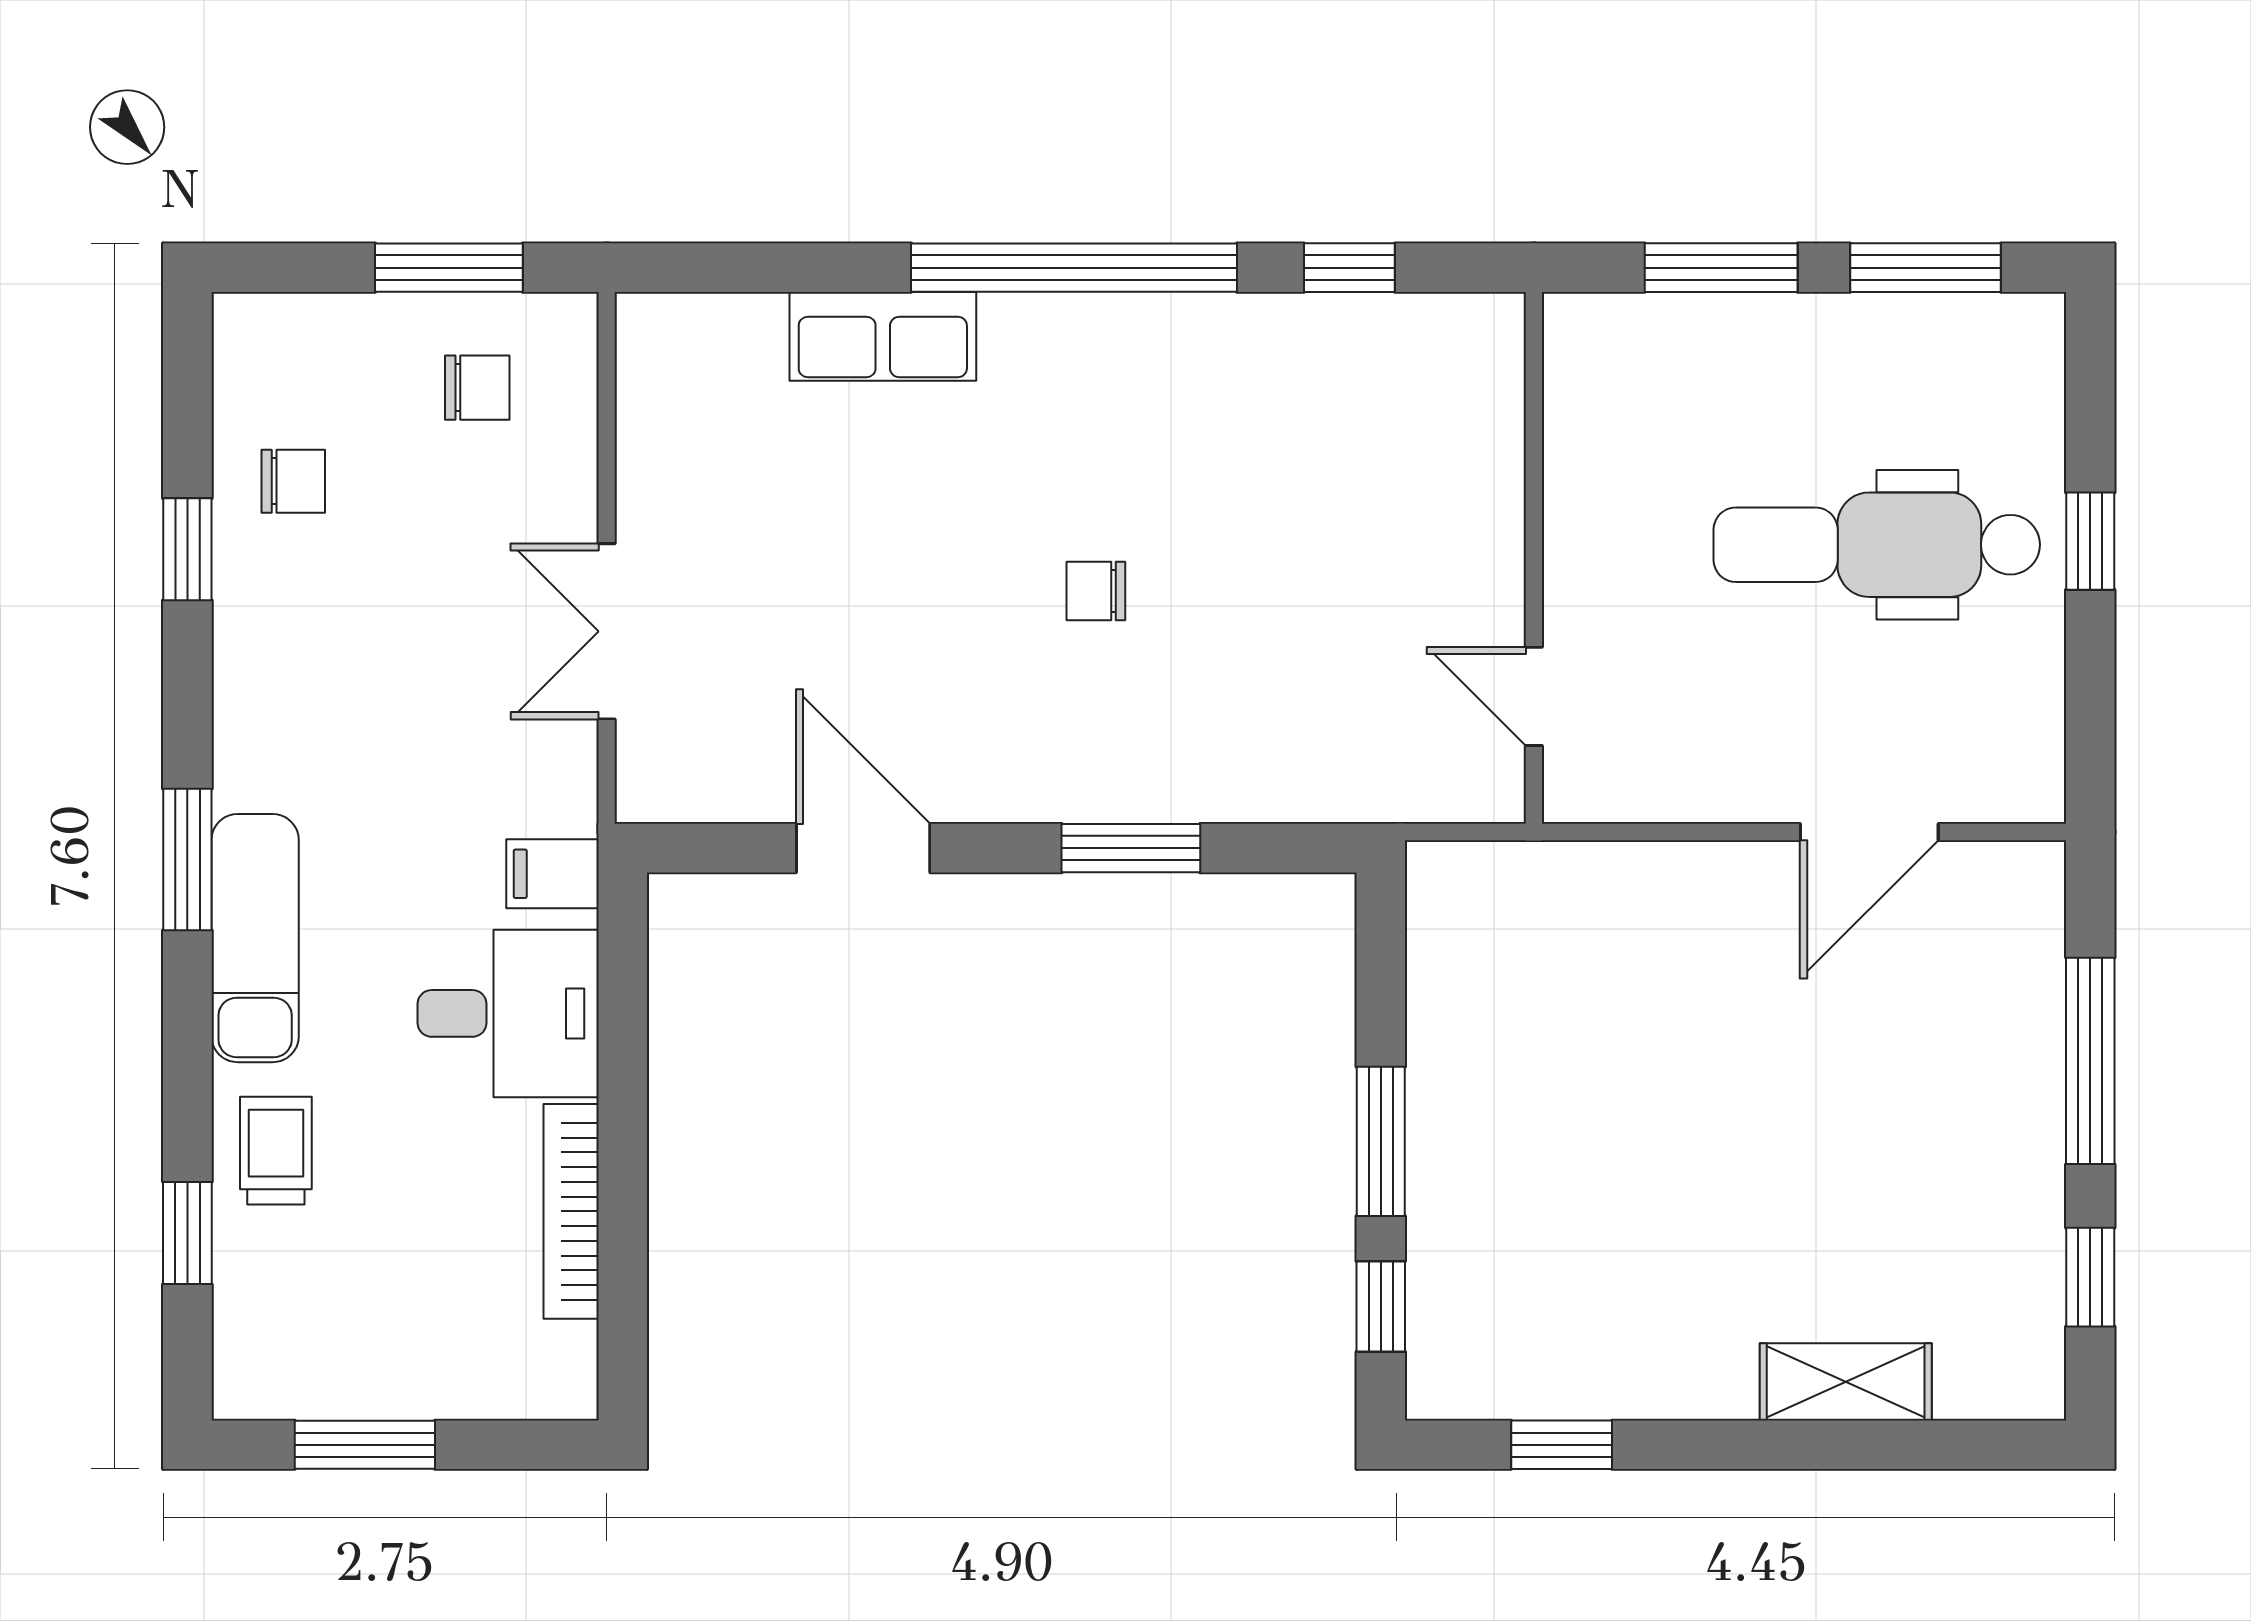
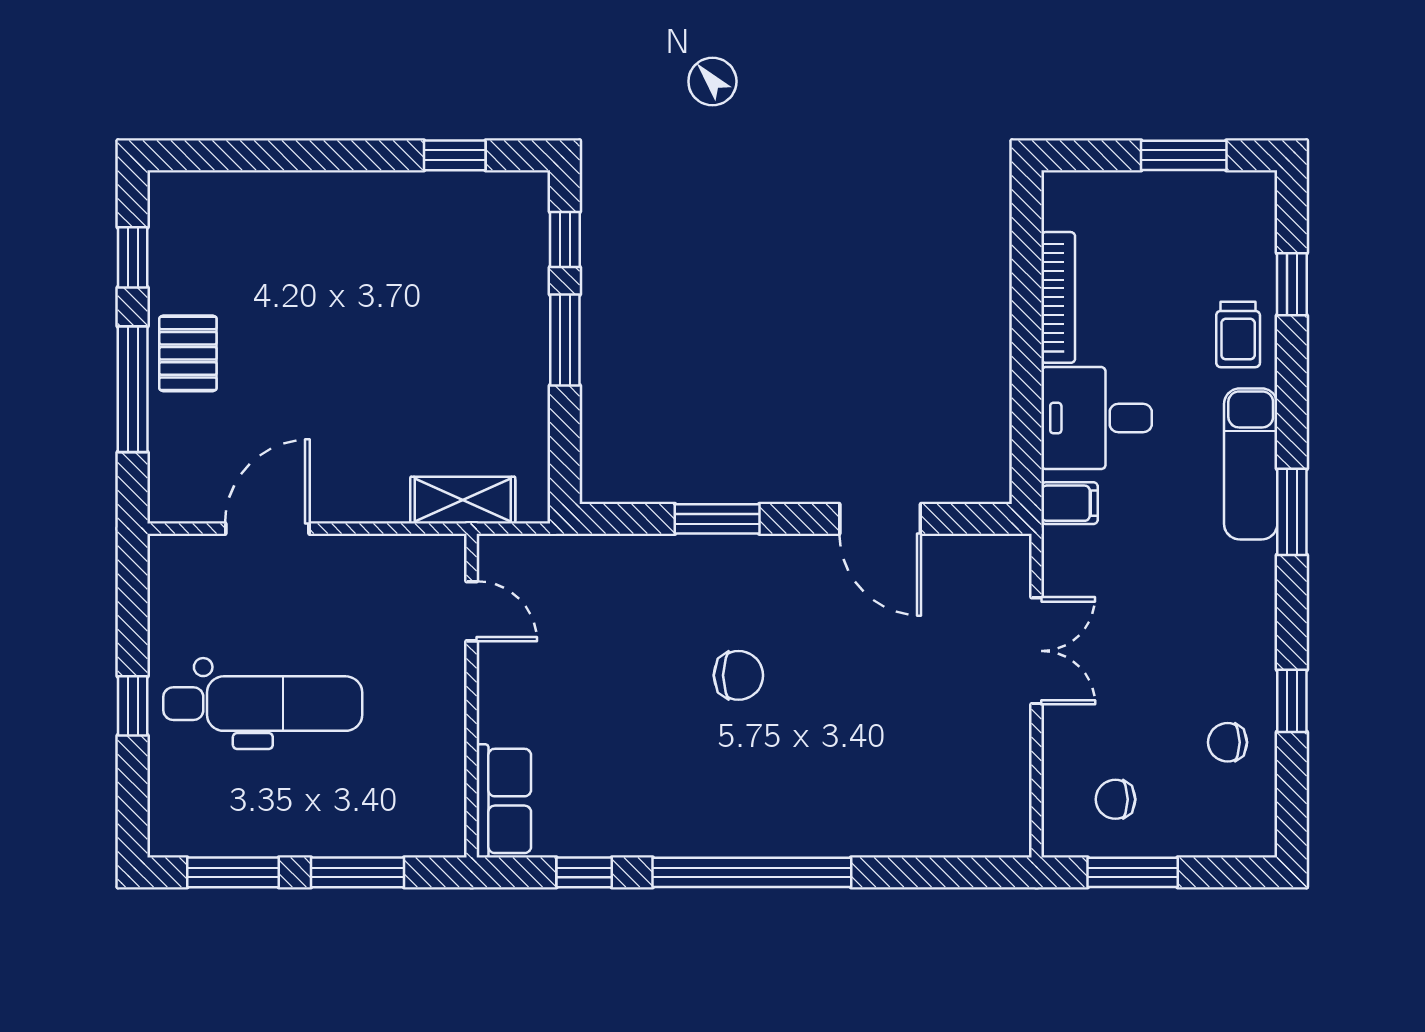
row of seats: (883, 336) -> (504, 801), moved, turned 90
chair: (1096, 591) -> (738, 675), width x1.37, depth x1.37
pallet: (1999, 1120) -> (188, 353), added
shelving: (1846, 1382) -> (463, 500), moved

